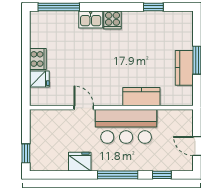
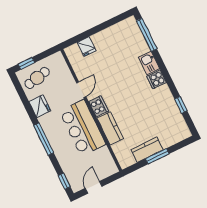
cooker: (38, 59) -> (99, 106), moved, turned -90
cafe table: (47, 149) -> (37, 78), added
window: (162, 175) -> (64, 181), moved

